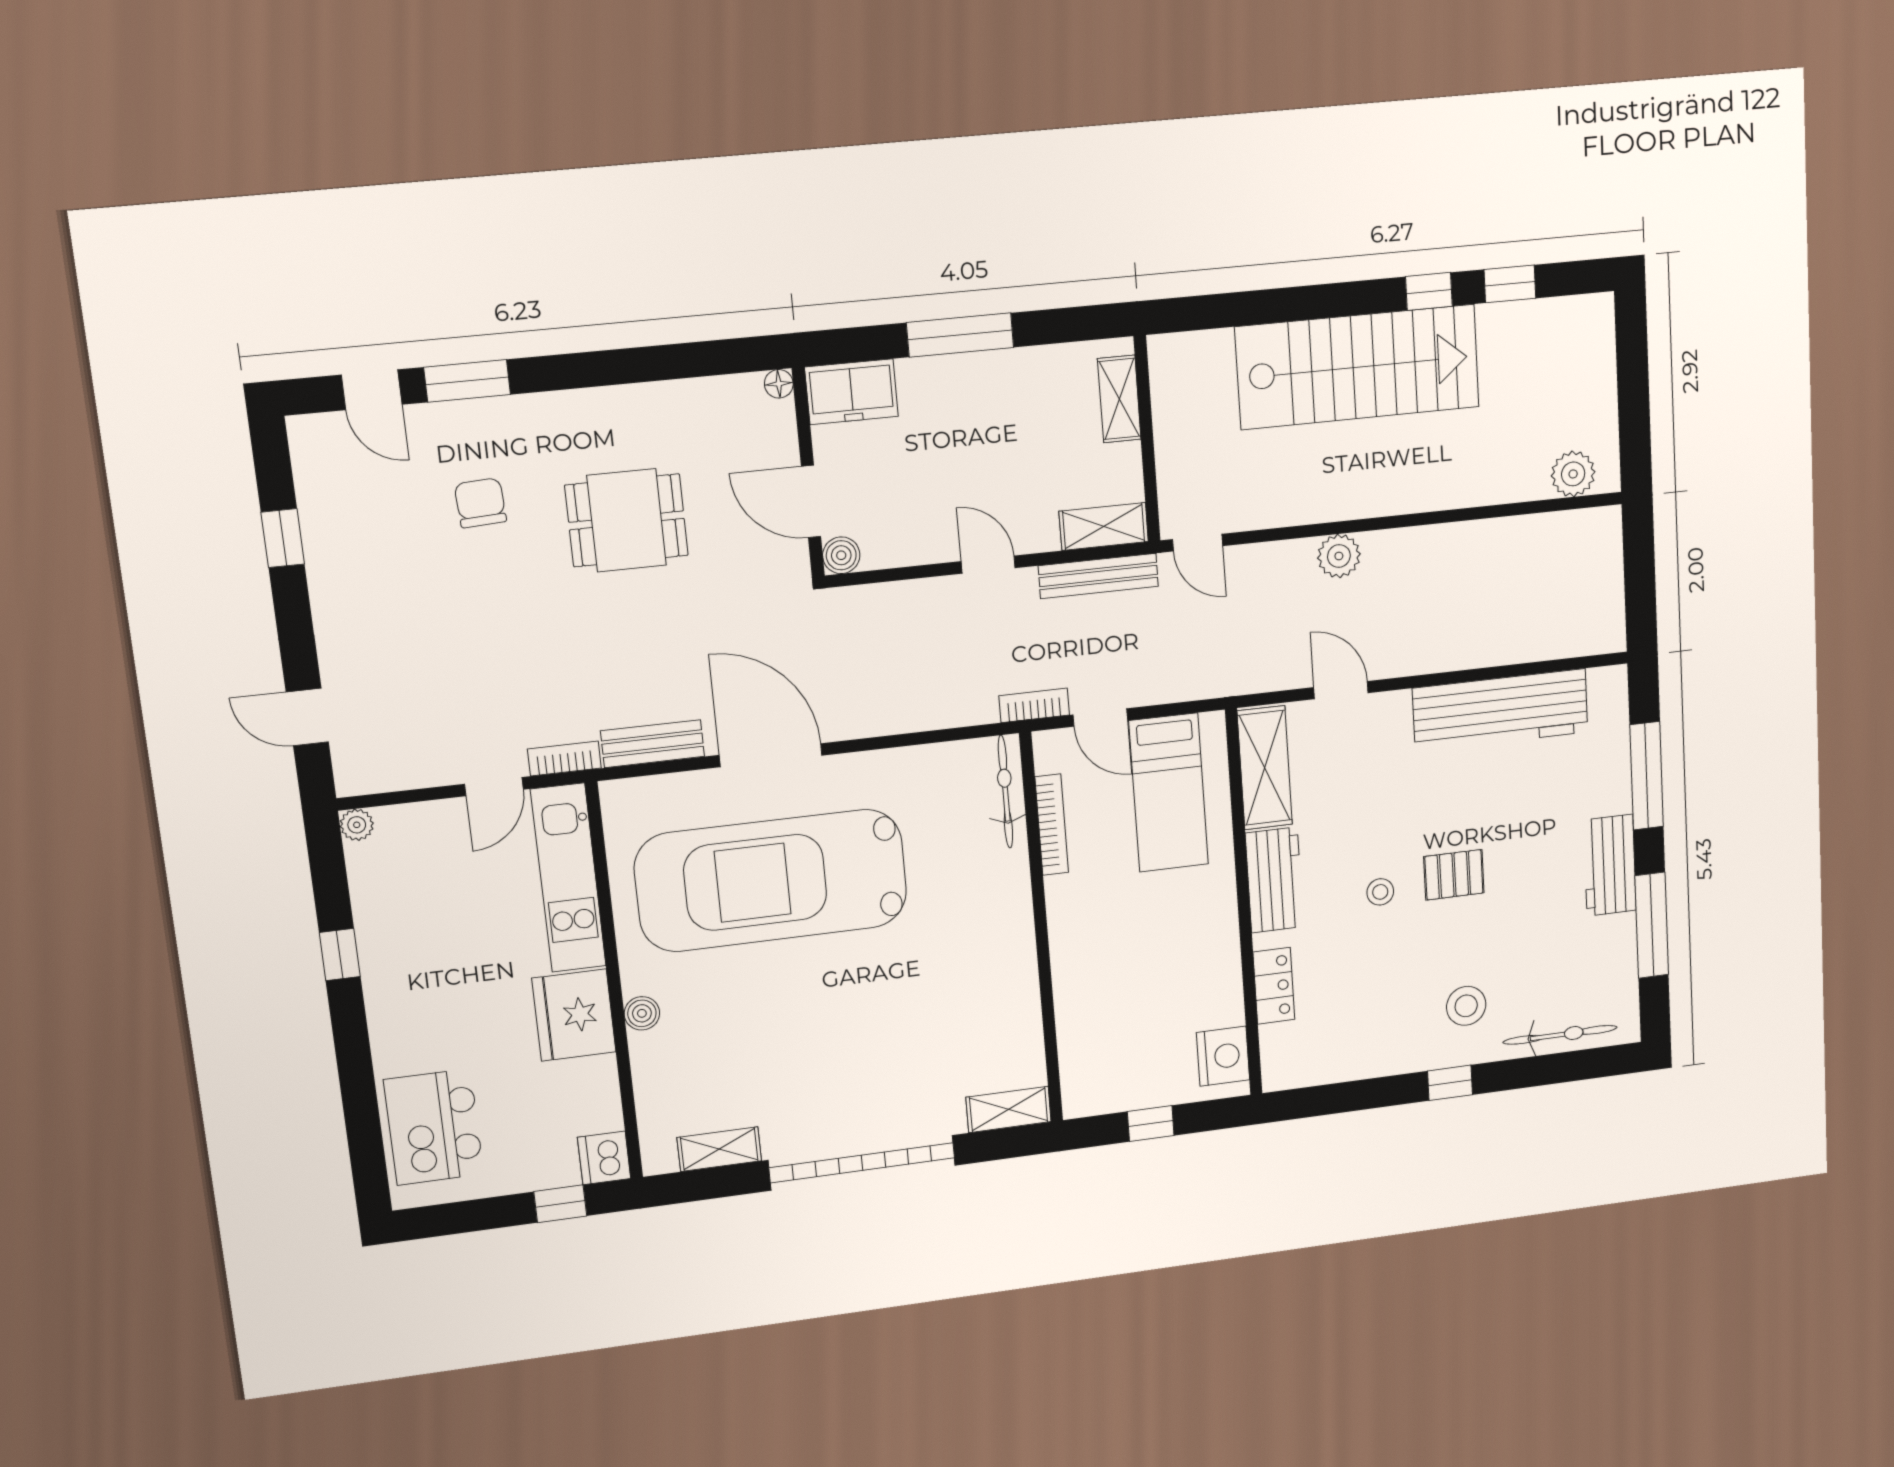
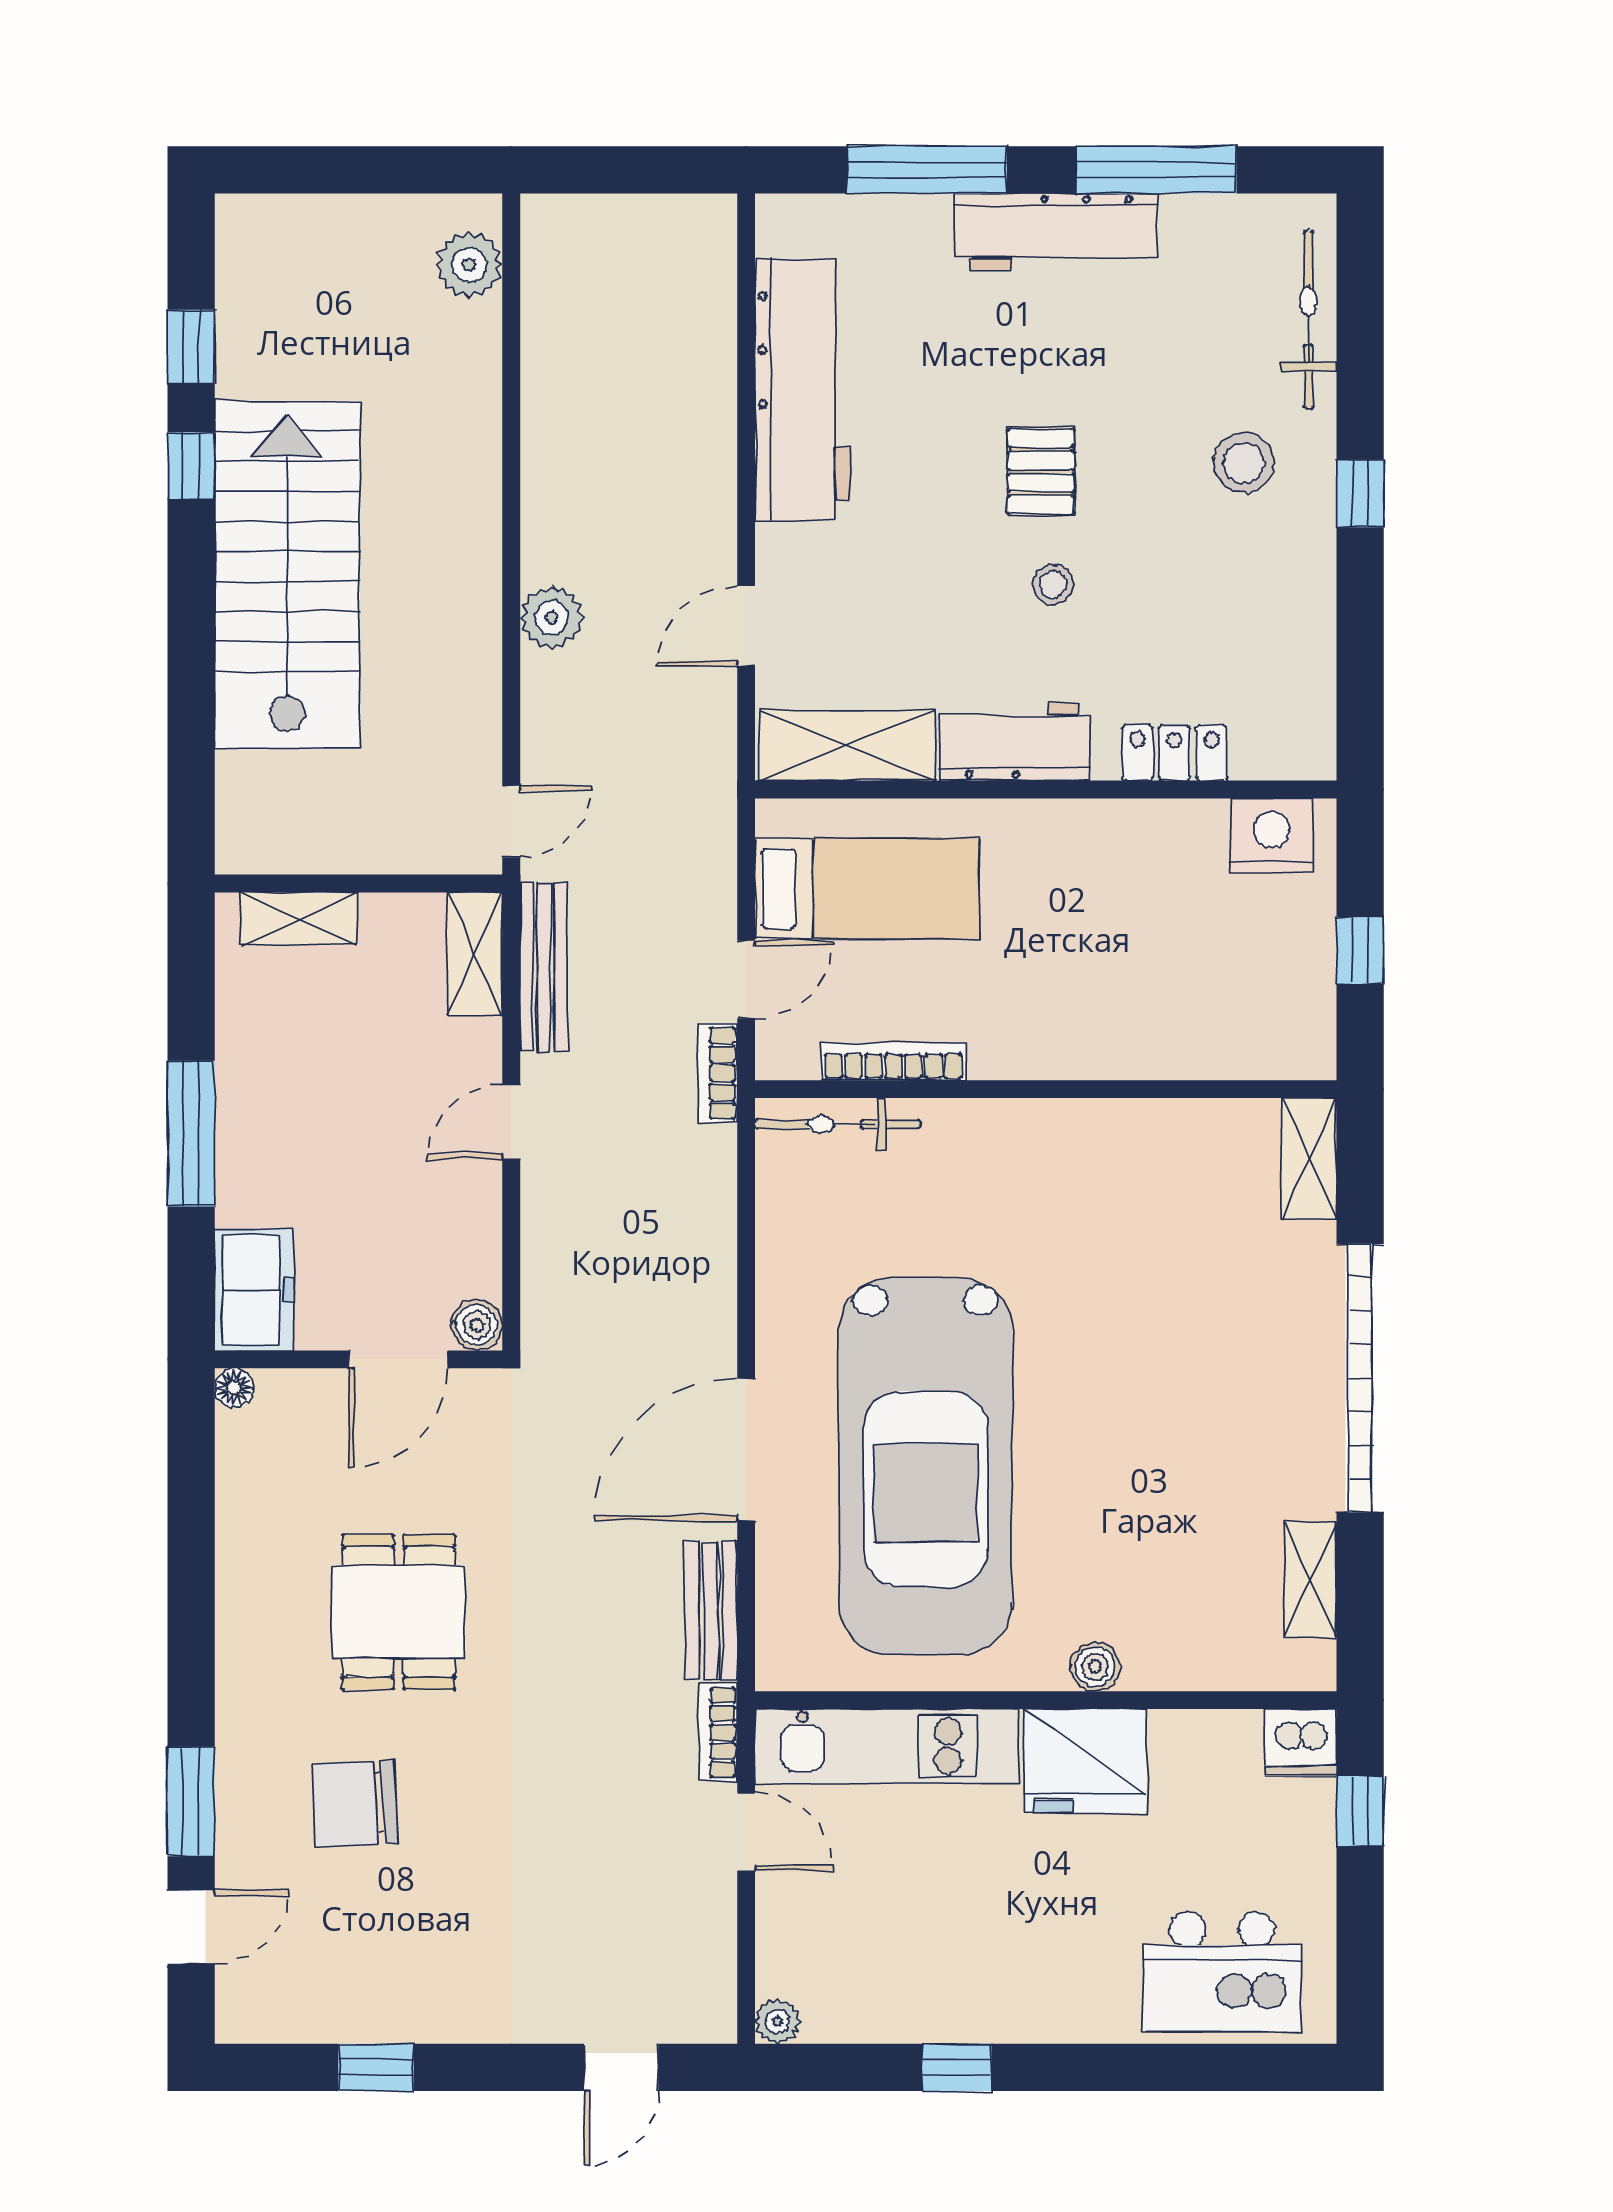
chair: (480, 503) -> (355, 1804), width x1.37, depth x1.37
workbench: (1610, 865) -> (1056, 232), width x1.38

